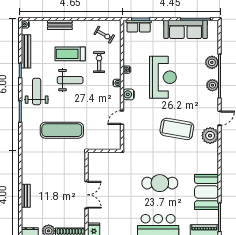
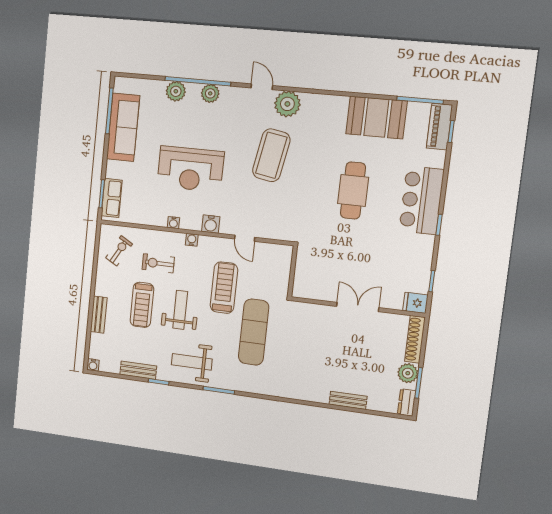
bench: (26, 51) -> (138, 370), width x0.73
reception desk: (163, 77) -> (190, 169), turned 180
treadmill: (88, 108) -> (224, 288), added

